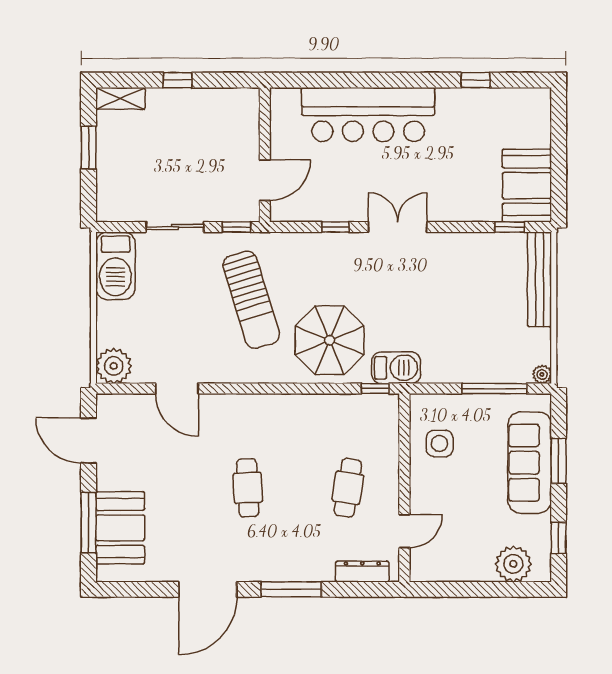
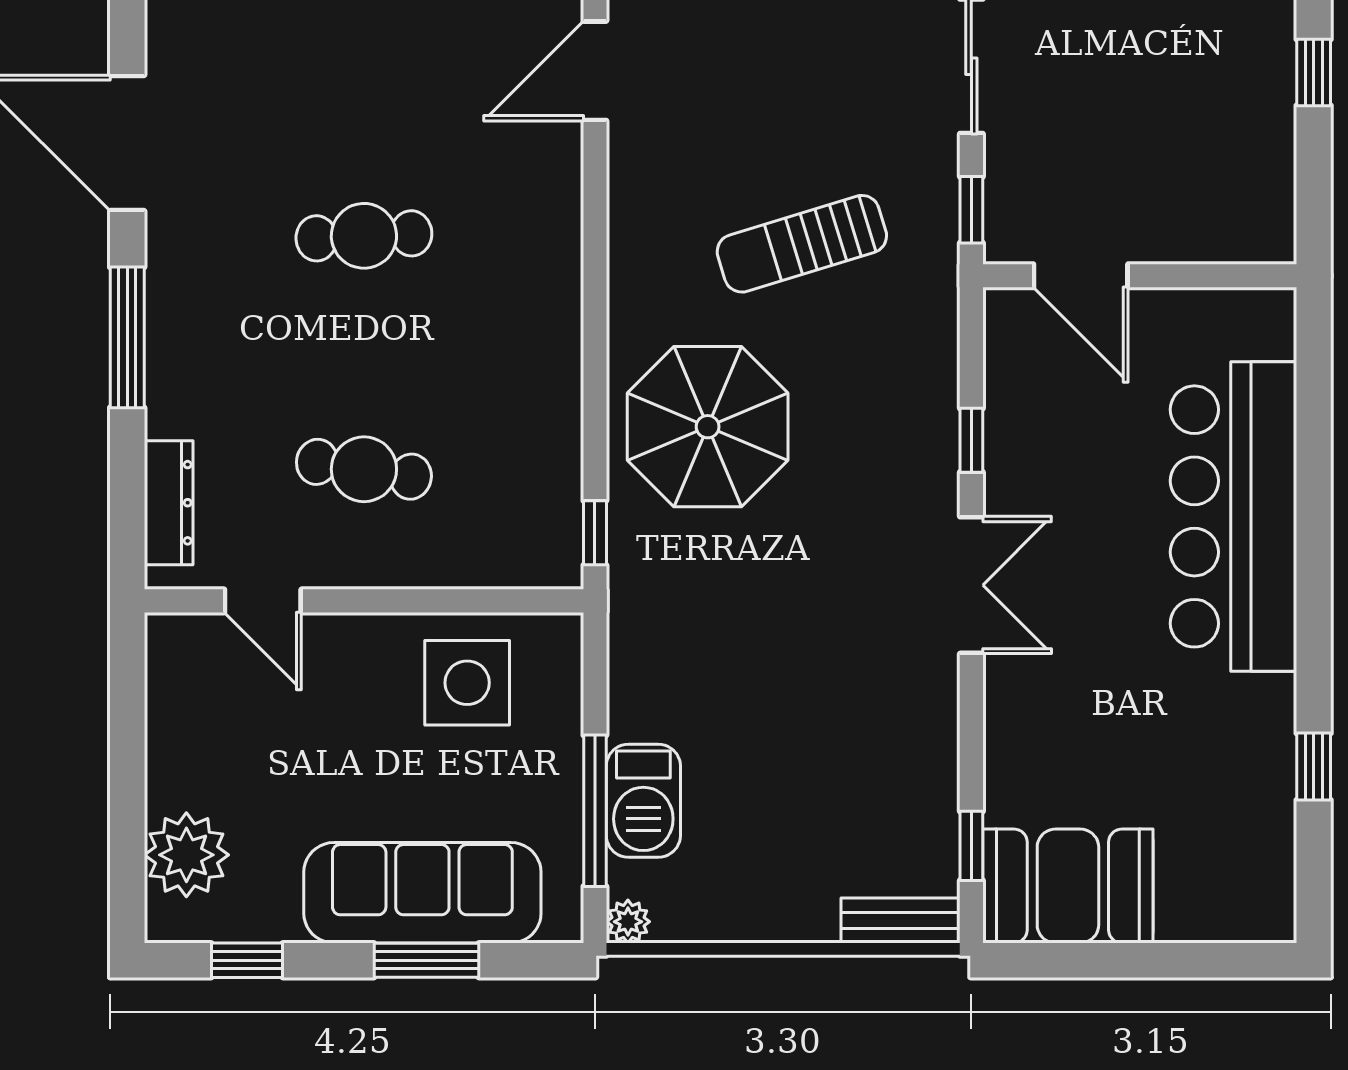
bench: (539, 279) -> (901, 920), width x0.54, depth x0.82
sun lounger: (251, 300) -> (802, 244), width x0.73, depth x0.75
barbecue: (396, 368) -> (643, 801), moved
side table: (440, 443) -> (467, 683), width x1.37, depth x1.37

